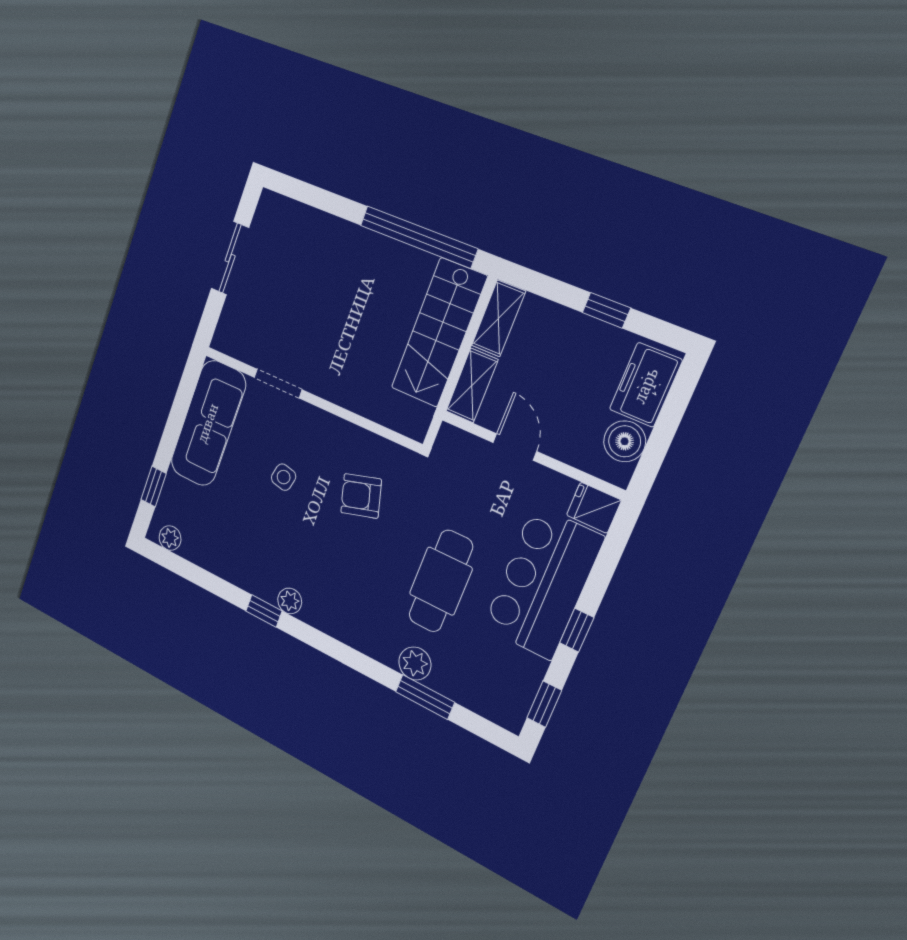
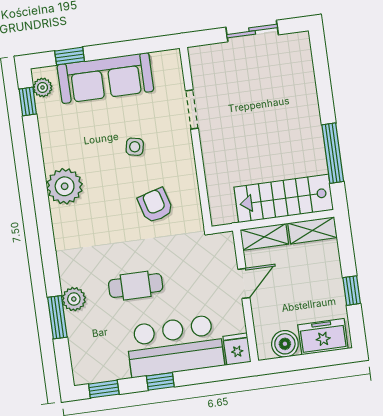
window: (418, 237) -> (333, 153), width x0.68
sofa: (208, 423) -> (105, 78), moved
cafe table: (441, 581) -> (136, 286), width x0.73, depth x0.74
plant: (290, 601) -> (65, 186), width x1.87, depth x1.87
window: (264, 611) -> (28, 101), moved

